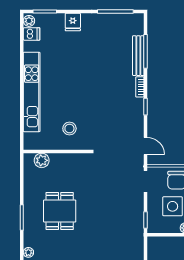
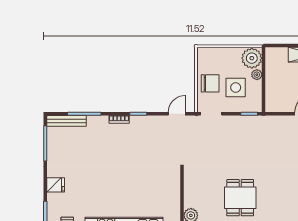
bench: (138, 56) -> (66, 121), moved
stool: (69, 129) -> (160, 188), removed
dining table: (60, 211) -> (240, 198), turned 90

